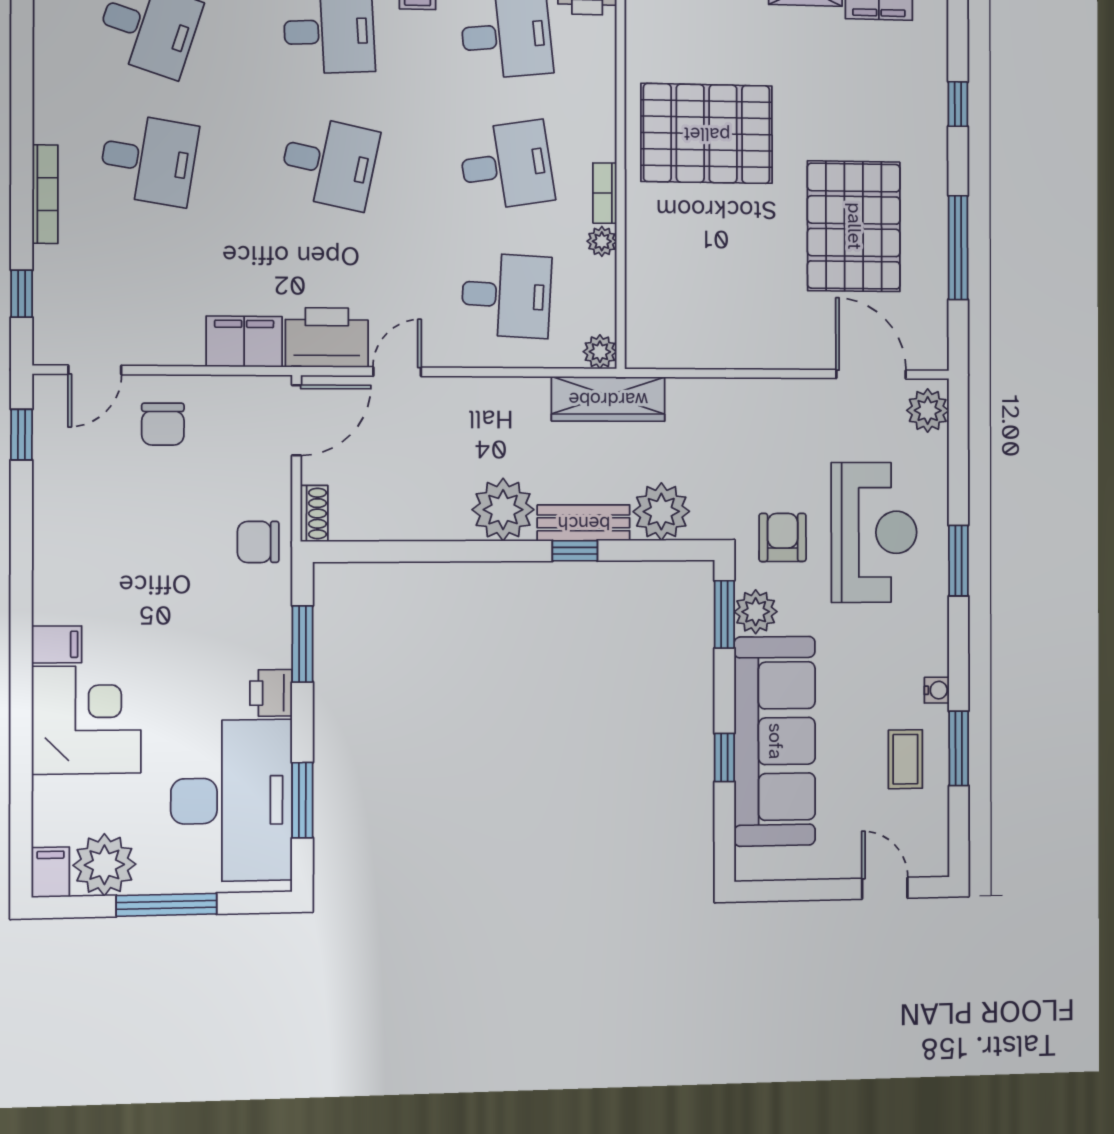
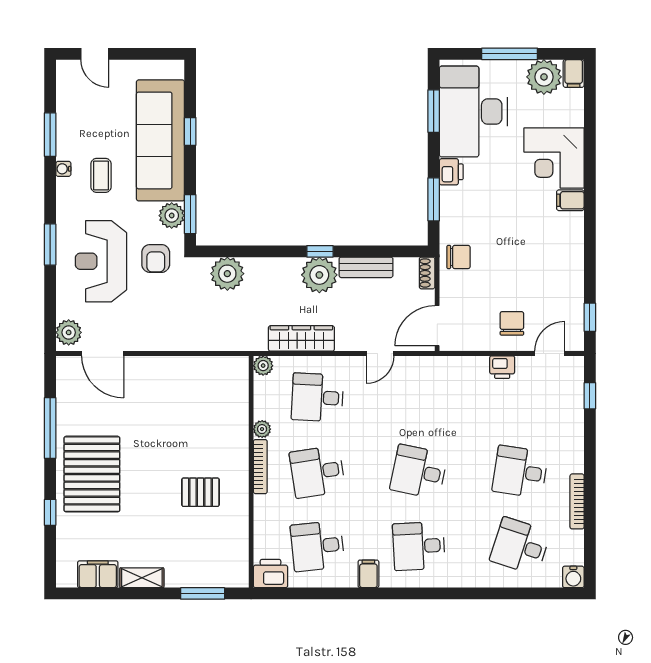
pallet: (707, 134) -> (200, 492), width x0.49, depth x0.50
bookcase: (605, 193) -> (260, 467), width x1.56
bookcase: (45, 194) -> (577, 501), moved
pallet: (854, 226) -> (92, 474), moved
printer: (327, 337) -> (502, 367), moved, width x0.53, depth x0.68
filing cabinet: (244, 341) -> (467, 370), removed
wardrobe: (608, 399) -> (301, 338), moved
bench: (584, 523) -> (366, 267), moved
window: (575, 551) -> (320, 251), moved
coffee table: (905, 759) -> (101, 175), moved

